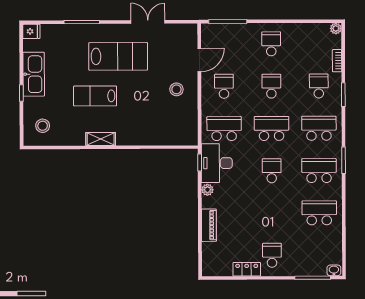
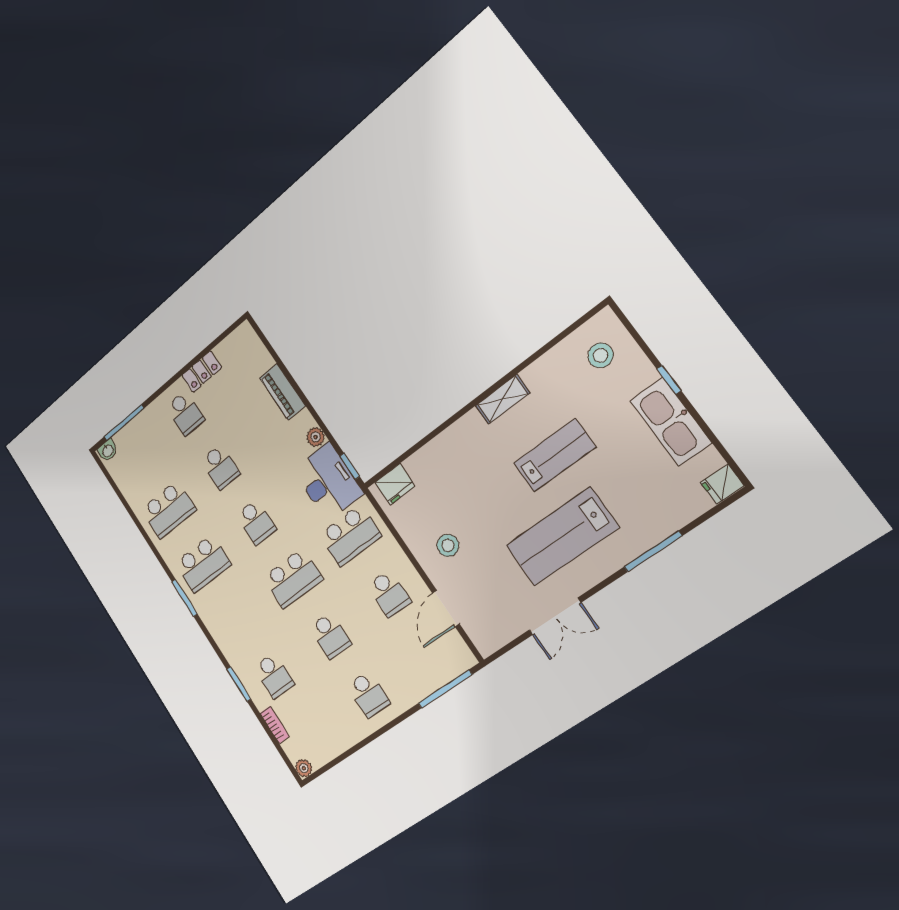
school desk: (319, 128) -> (220, 467), moved, width x0.54
fridge: (182, 137) -> (395, 484), added

